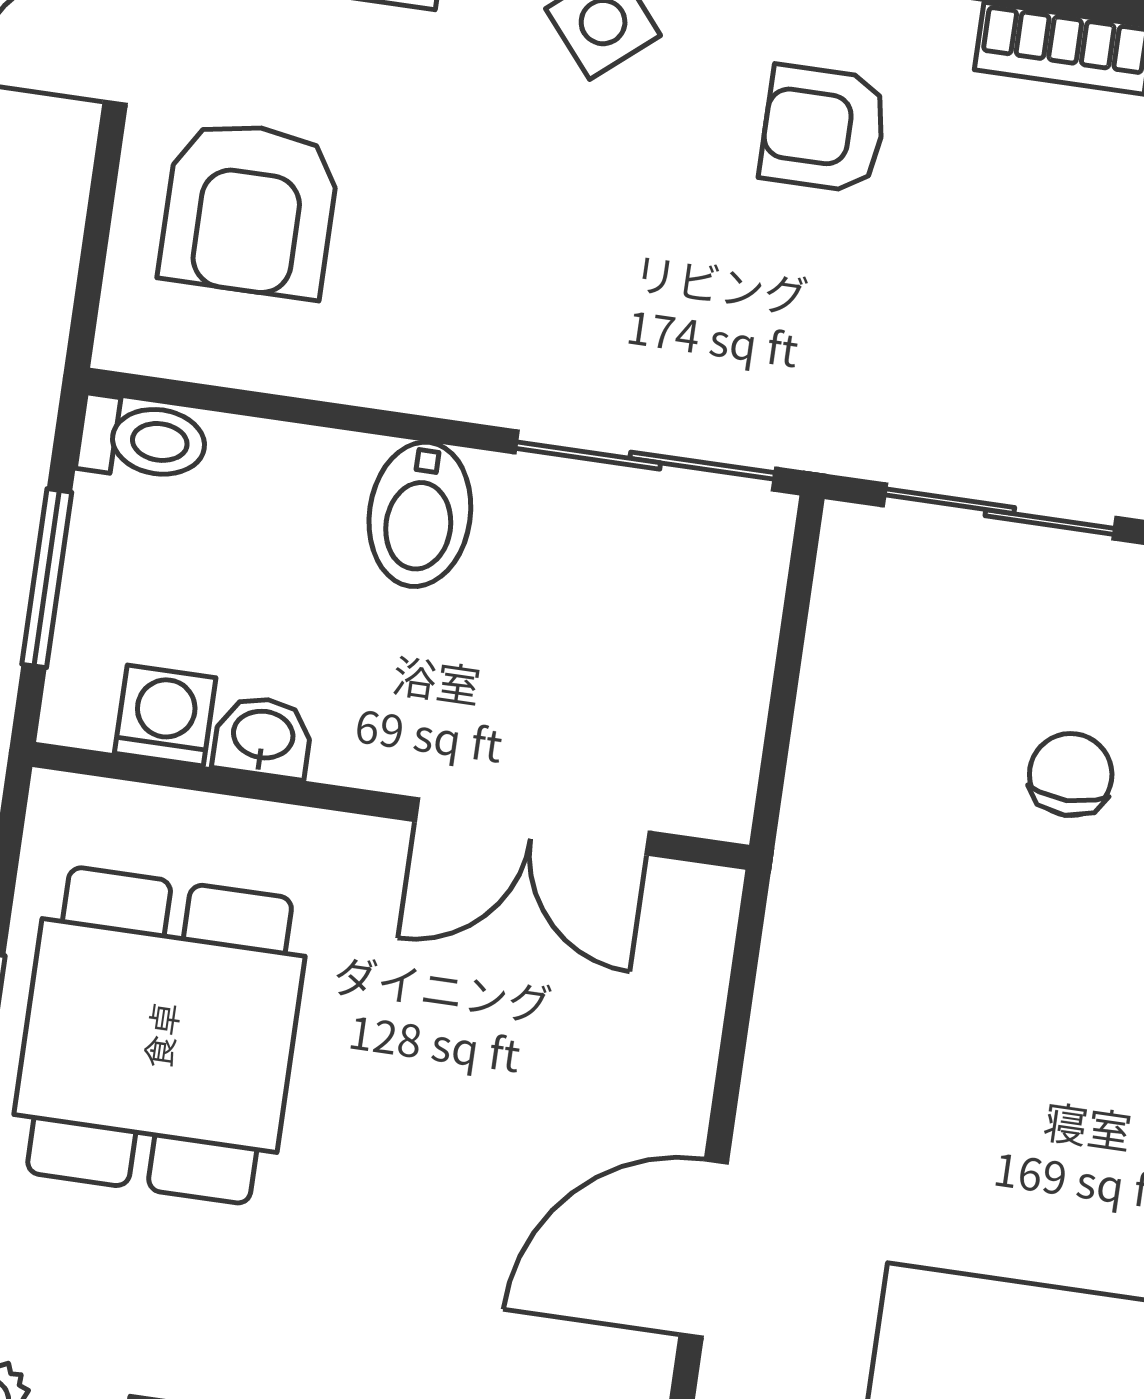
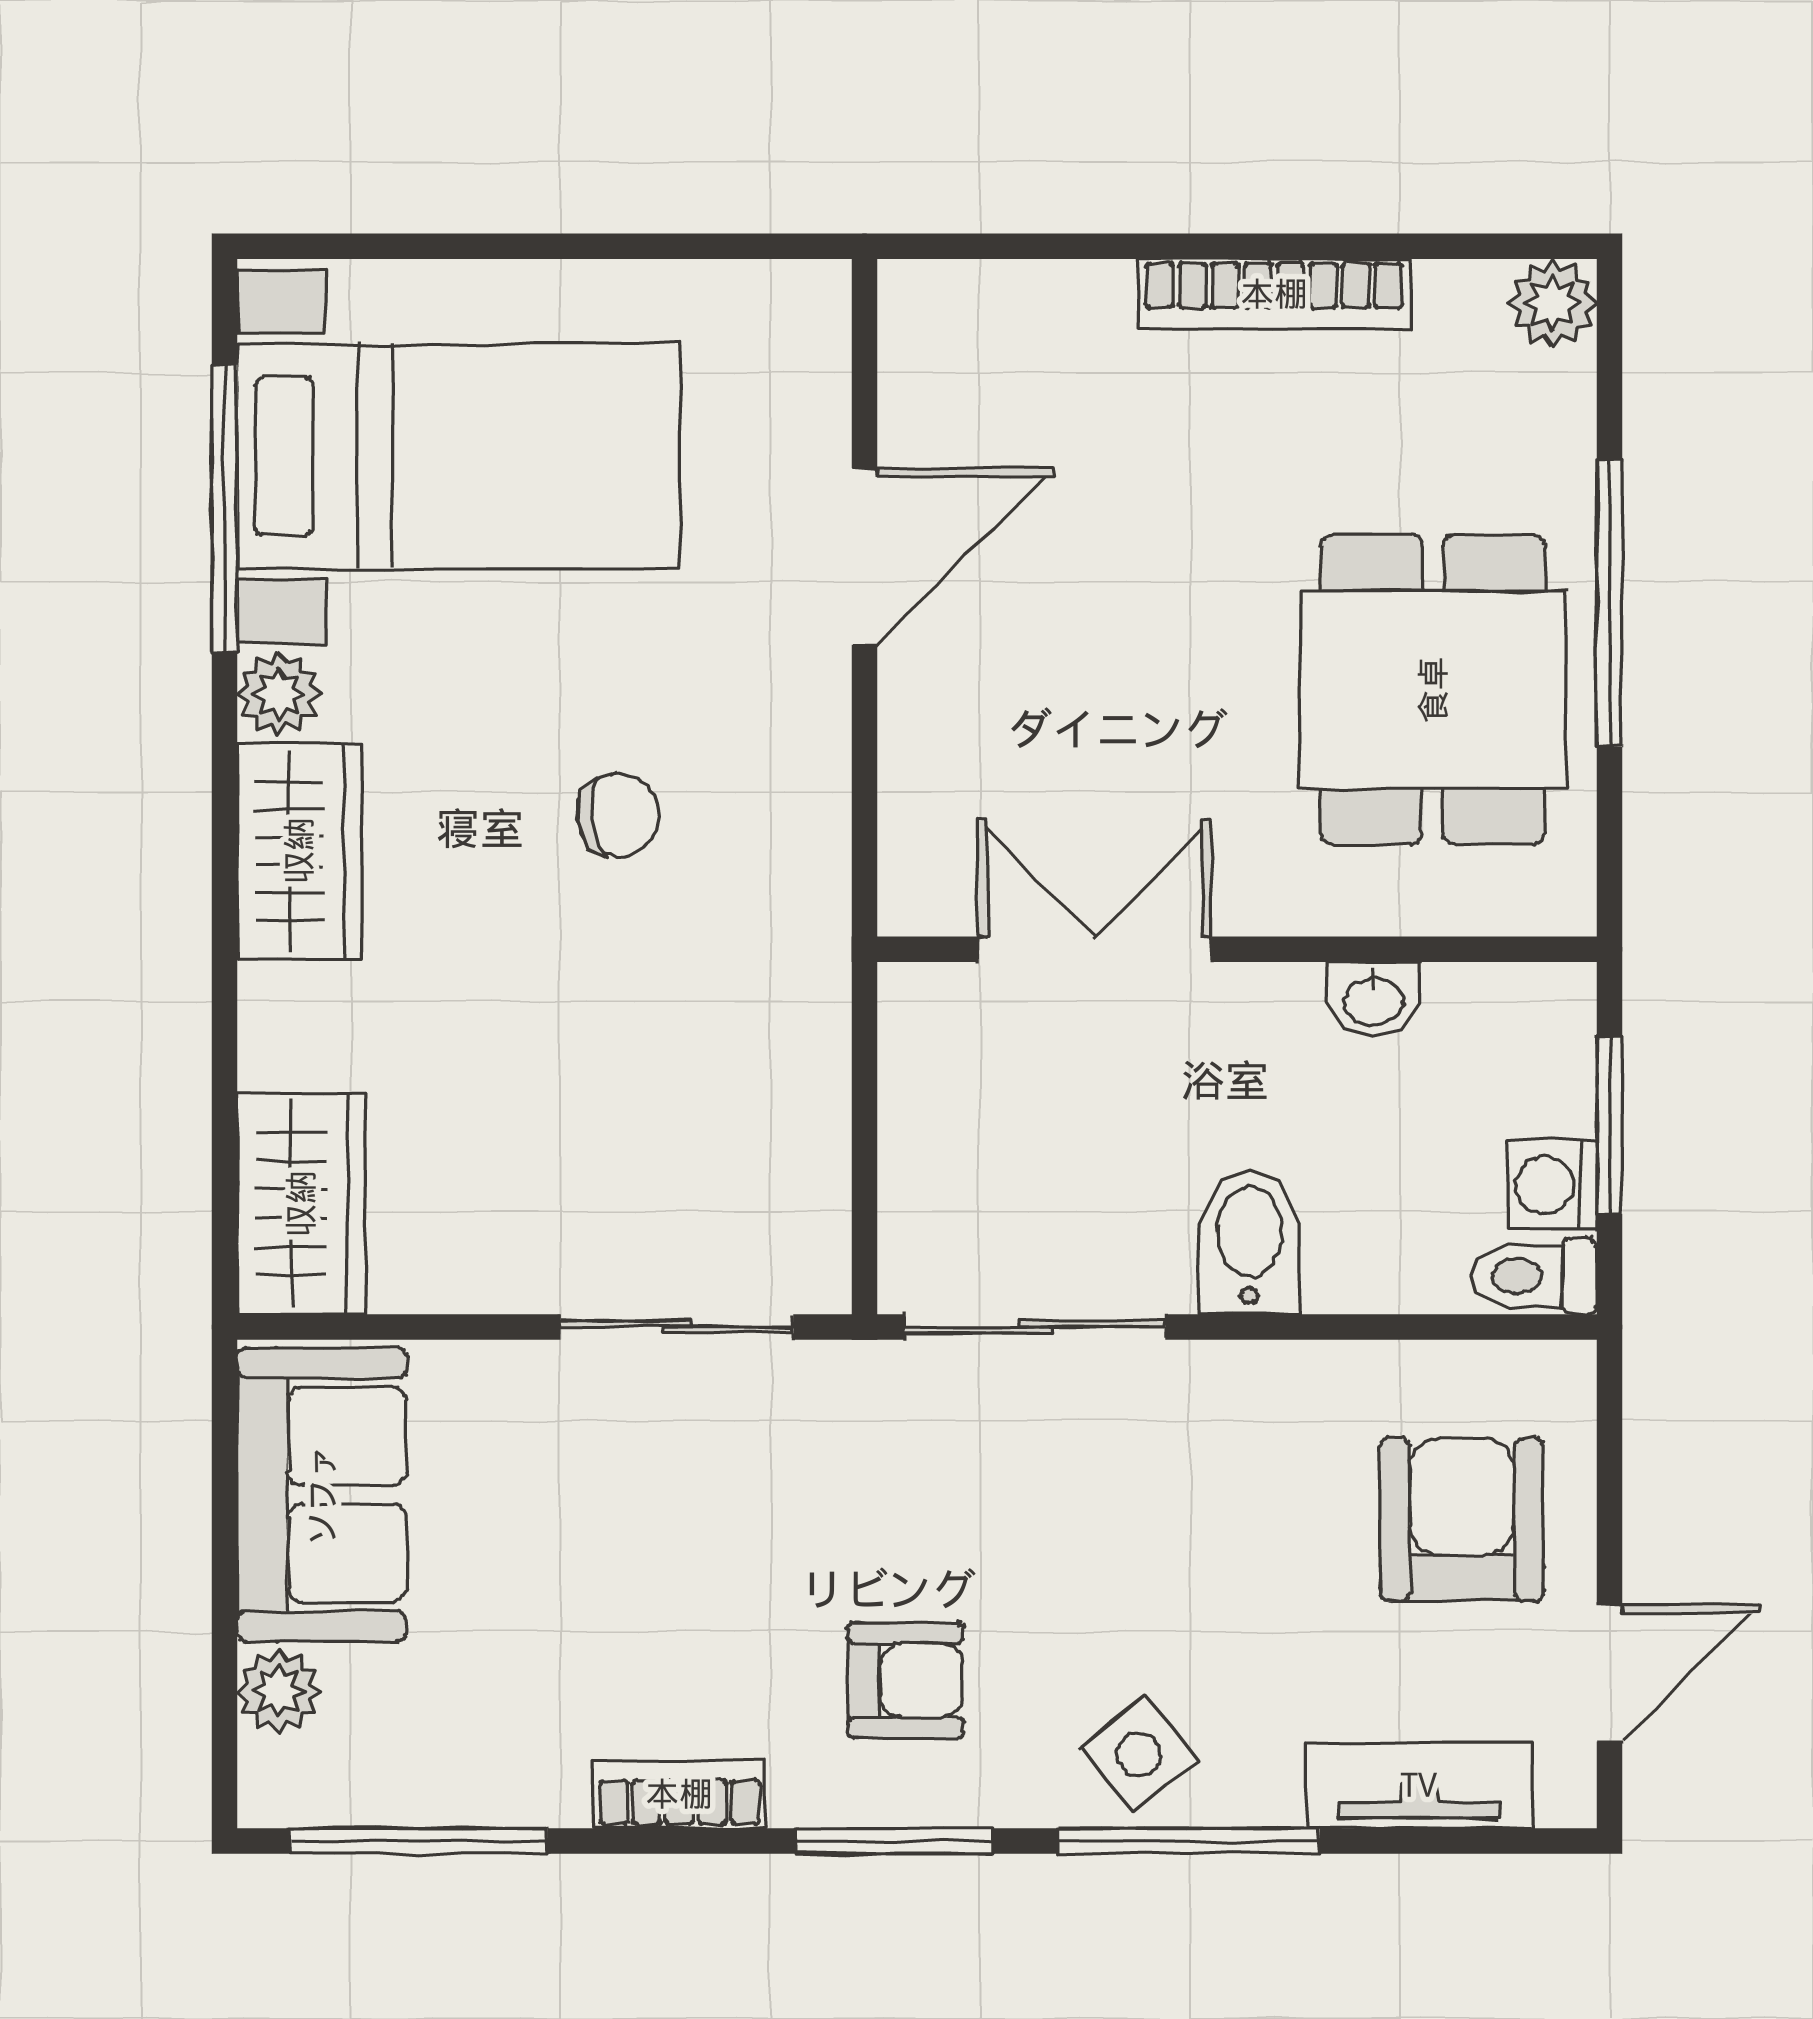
washing machine: (165, 715) -> (1552, 1185), moved, turned 90
chair: (1071, 775) -> (618, 815), moved, turned -98

